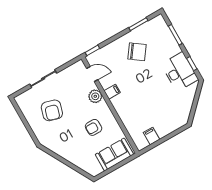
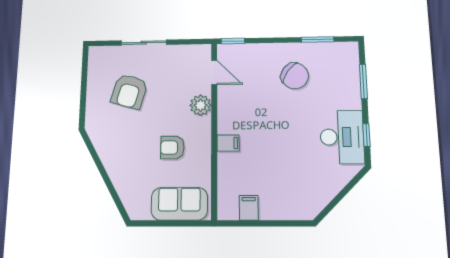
filing cabinet: (112, 92) -> (228, 143), moved

